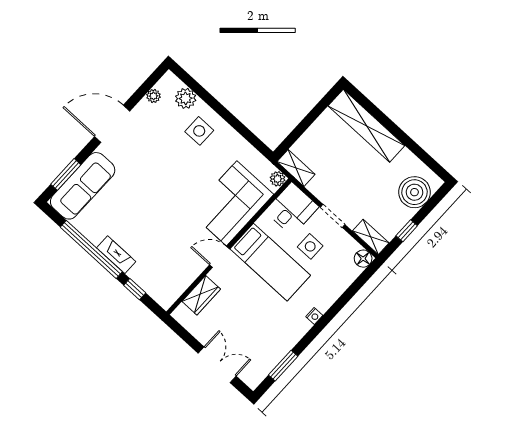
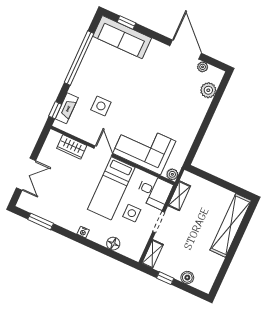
door: (112, 124) -> (186, 49), moved
side table: (199, 131) -> (101, 106), moved
shelving: (296, 168) -> (179, 196), moved
window: (66, 174) -> (126, 23), width x0.67
boiler: (414, 192) -> (187, 278), width x0.54, depth x0.54
fireplace: (116, 255) -> (67, 108), moved
floor lamp: (363, 259) -> (113, 244), moved
window: (135, 289) -> (55, 110), moved

